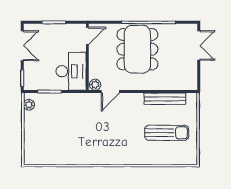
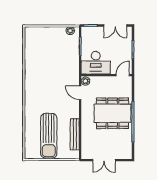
door: (87, 36) -> (123, 75), swing flipped
double door: (199, 45) -> (104, 160), moved
sun lounger: (167, 133) -> (49, 136), width x1.36, depth x1.34

